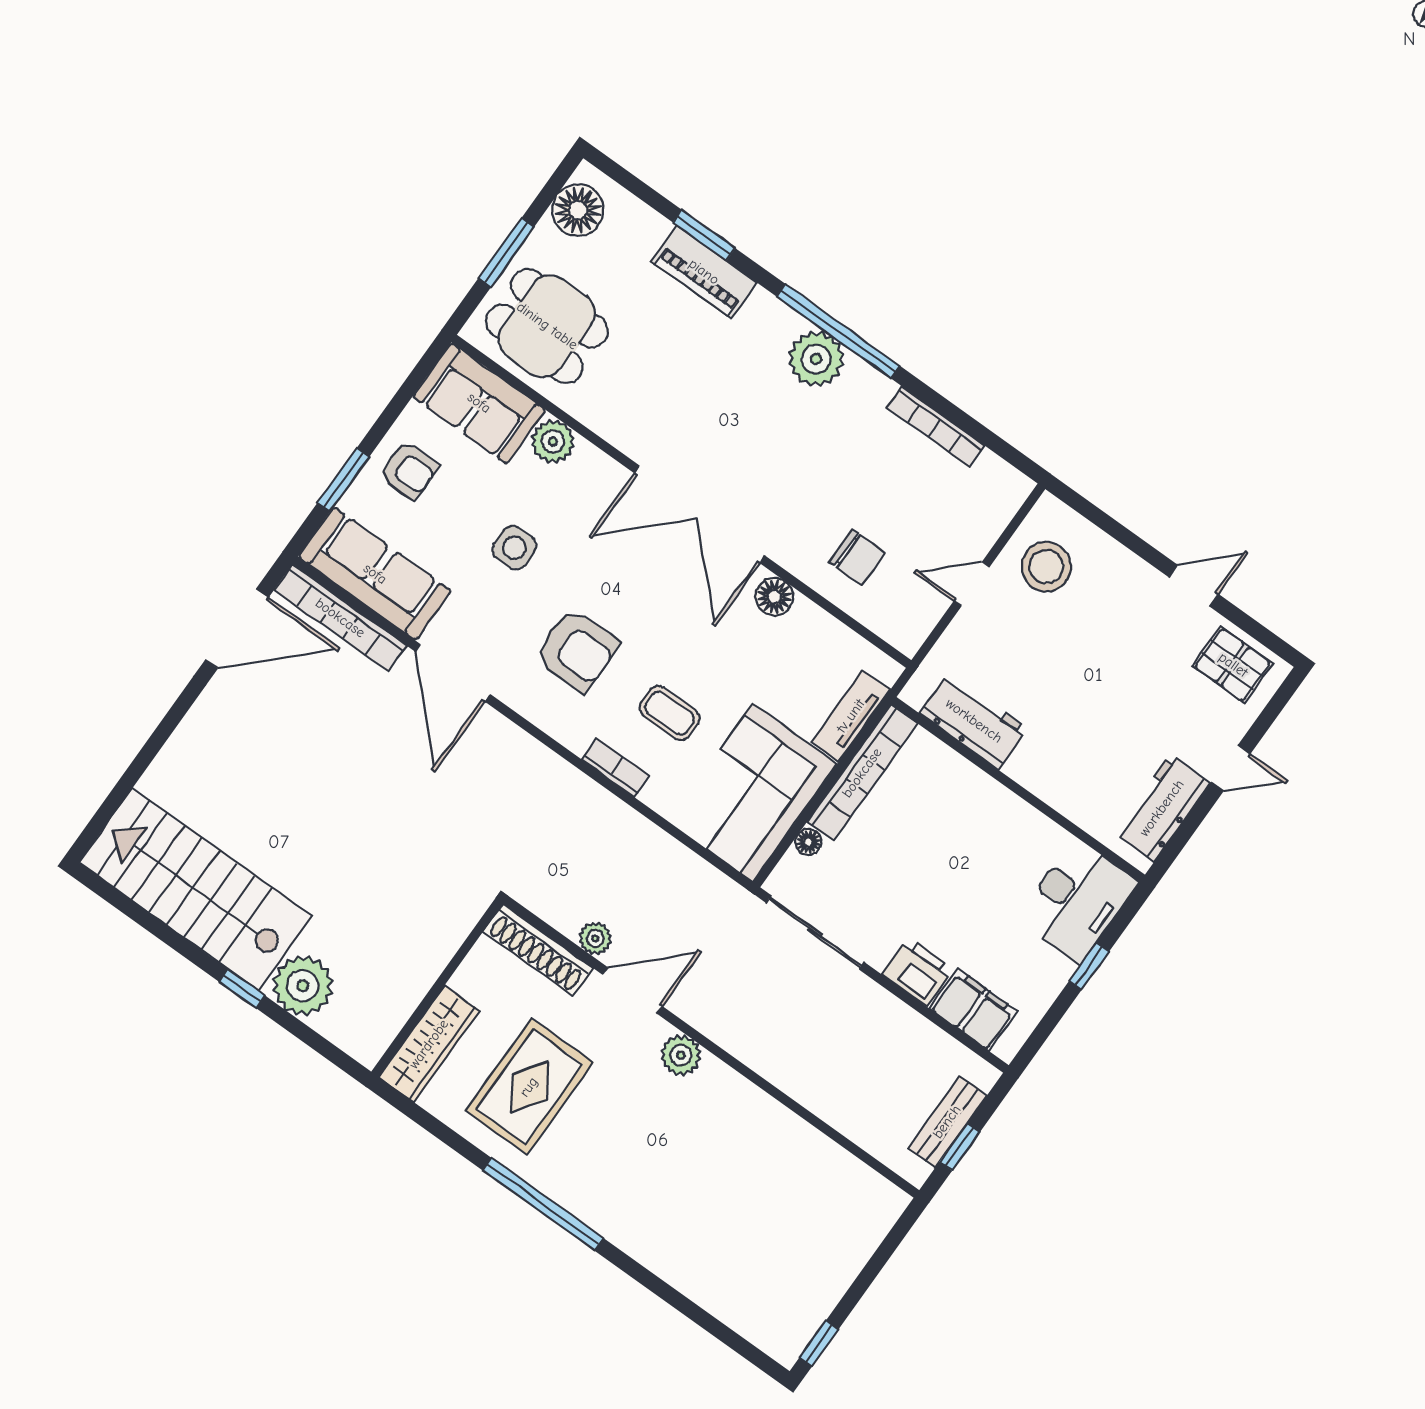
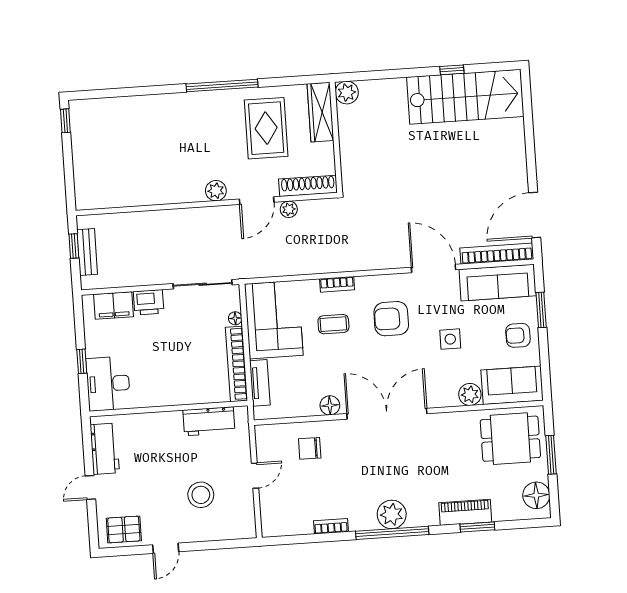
bookcase: (936, 426) -> (331, 526), width x0.64
stool: (1046, 567) -> (201, 495), moved
plant: (303, 986) -> (347, 93), moved, width x0.73, depth x0.73
window: (242, 989) -> (452, 70), moved

